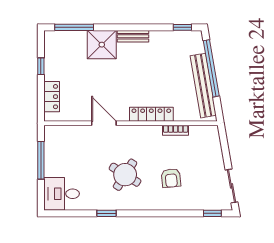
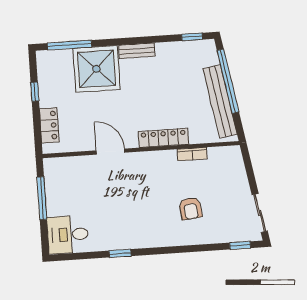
shower: (102, 45) -> (97, 69), width x1.37, depth x1.37
round table: (125, 175) -> (138, 208), removed

